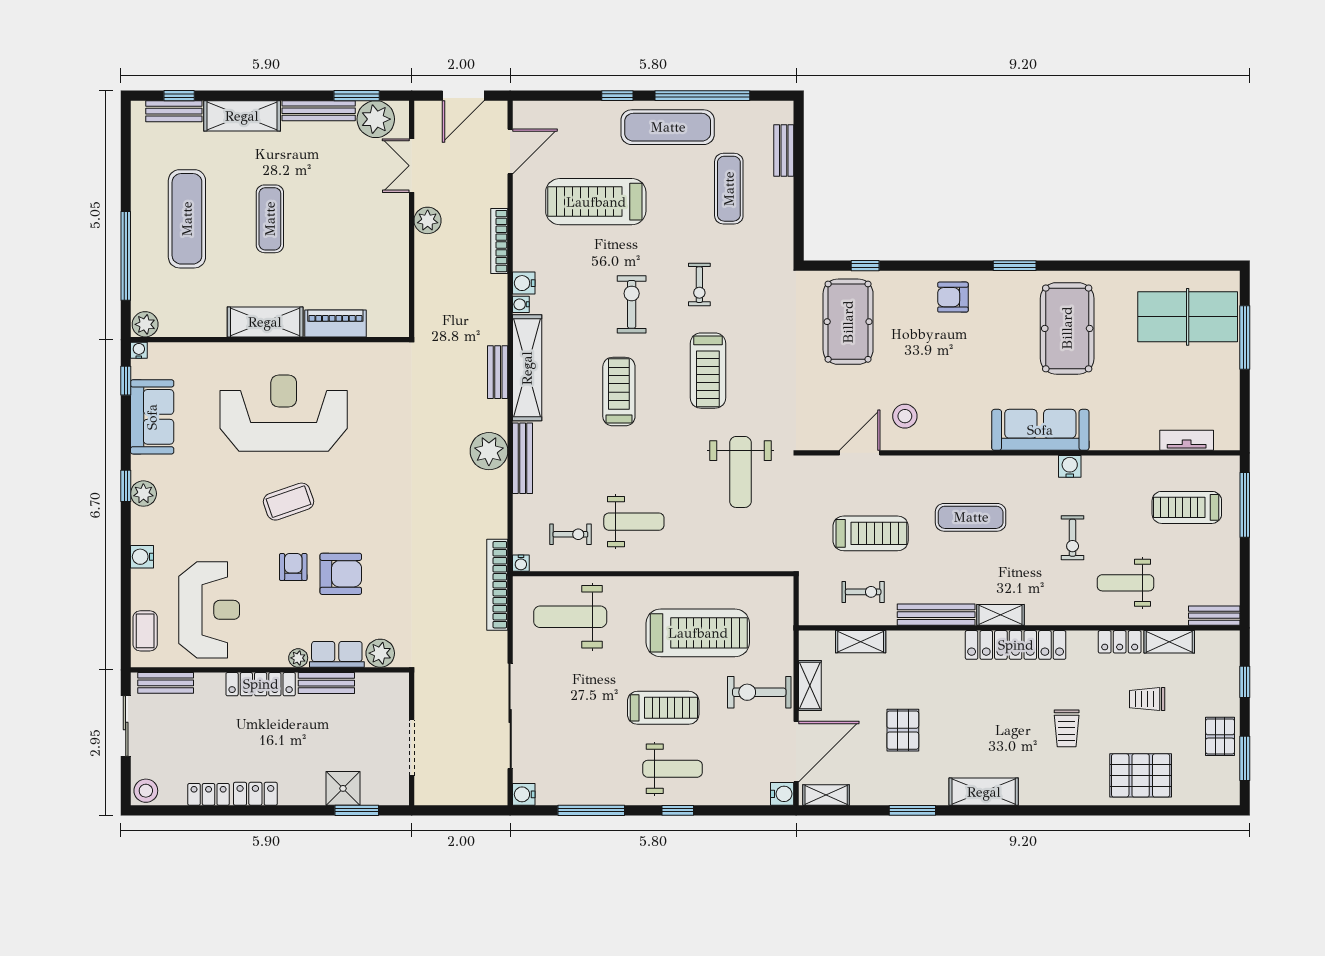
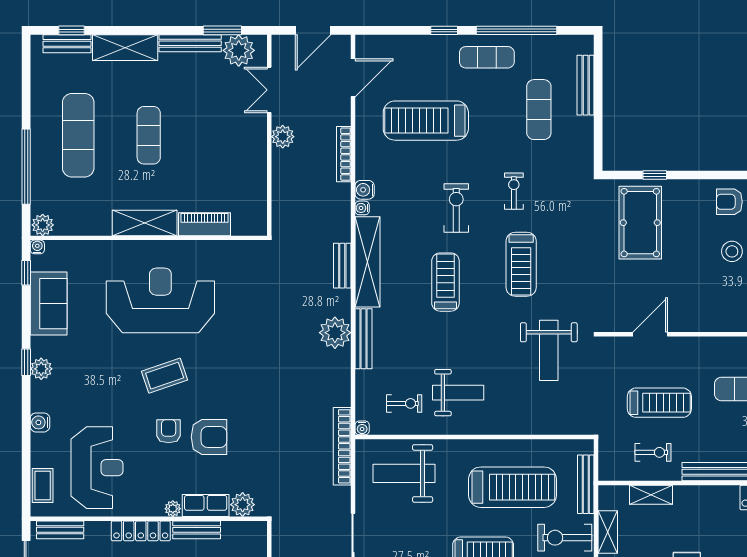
exercise mat: (668, 127) -> (487, 57), width x0.73, depth x0.69
bench: (784, 151) -> (586, 85), width x1.36
exercise bike: (699, 285) -> (514, 191), turned 180
stool: (905, 416) -> (732, 251), moved
bench: (784, 629) -> (586, 484), added

